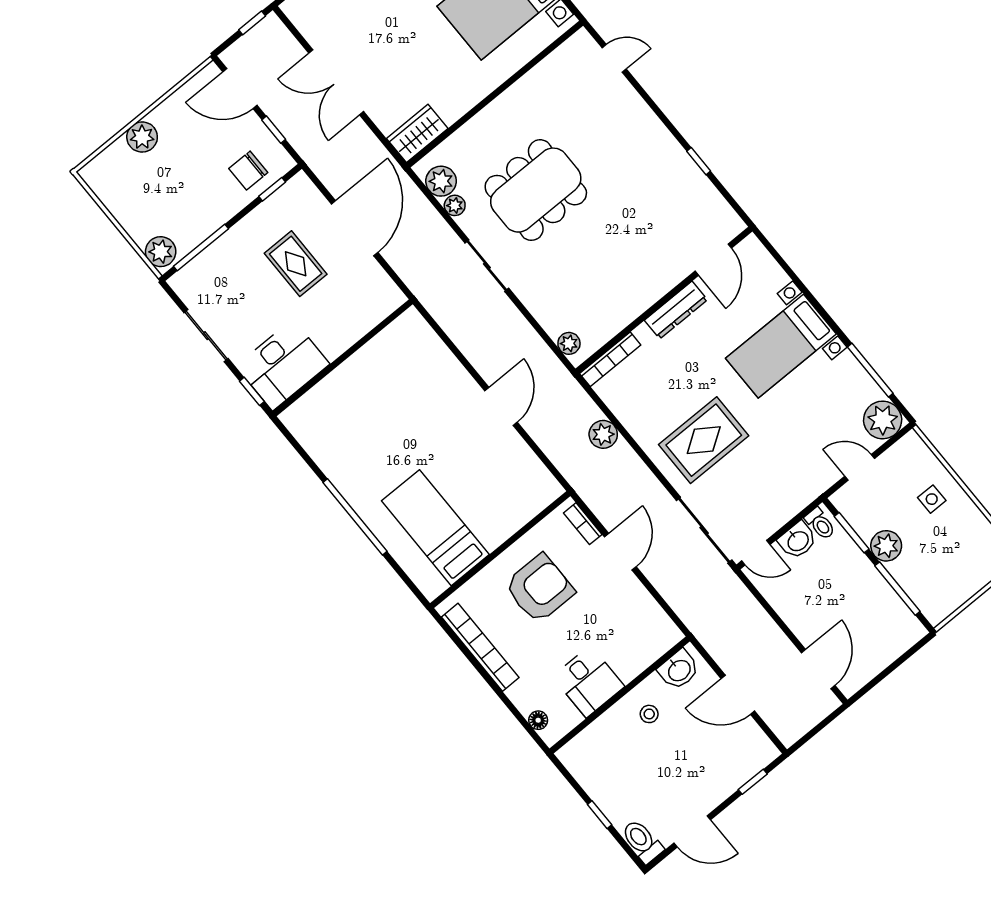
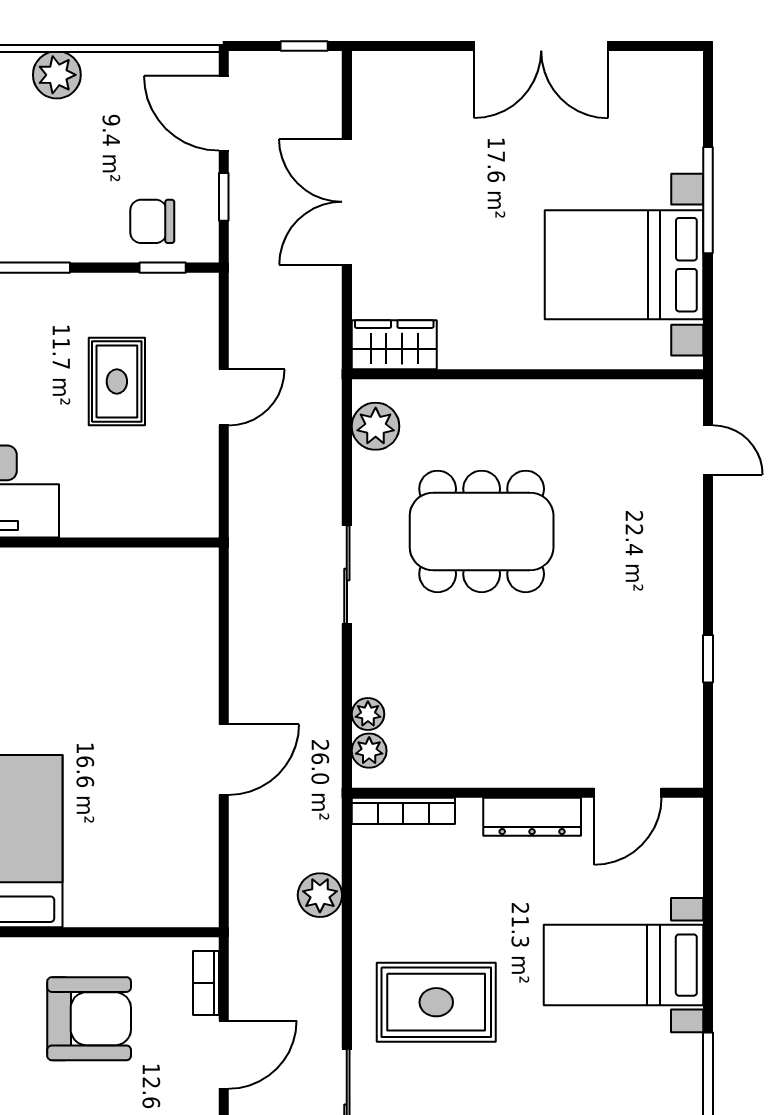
plant: (455, 205) -> (368, 714), moved
door: (355, 228) -> (224, 397), width x0.53

